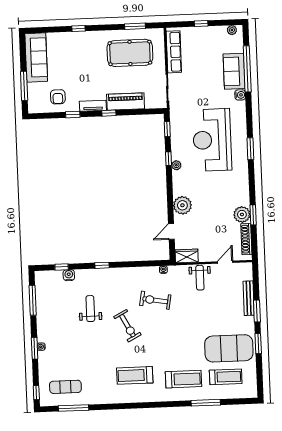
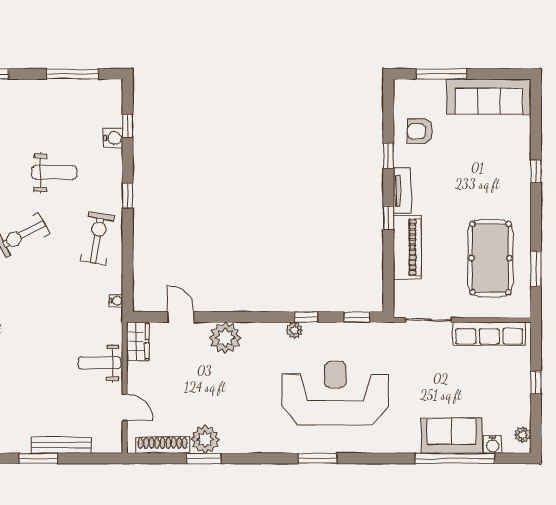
water cooler: (240, 95) -> (493, 445), moved
exercise bike: (155, 300) -> (97, 238), moved

